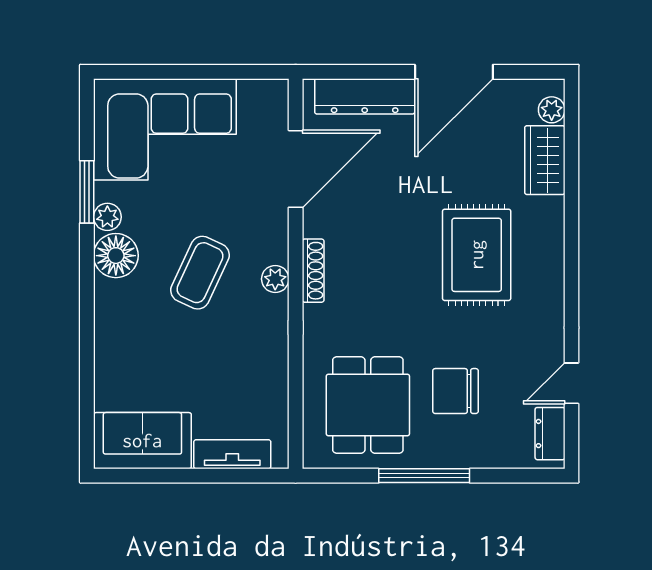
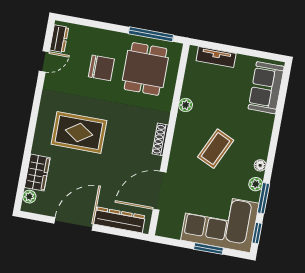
window: (178, 72) -> (209, 249), added
window: (87, 120) -> (257, 233), added
rug: (477, 255) -> (79, 132), turned 90
floor lamp: (116, 256) -> (260, 165), width x0.53, depth x0.53
plant: (275, 279) -> (186, 105), moved
sofa: (142, 441) -> (266, 88), moved, turned 90
window: (424, 476) -> (151, 34), moved

